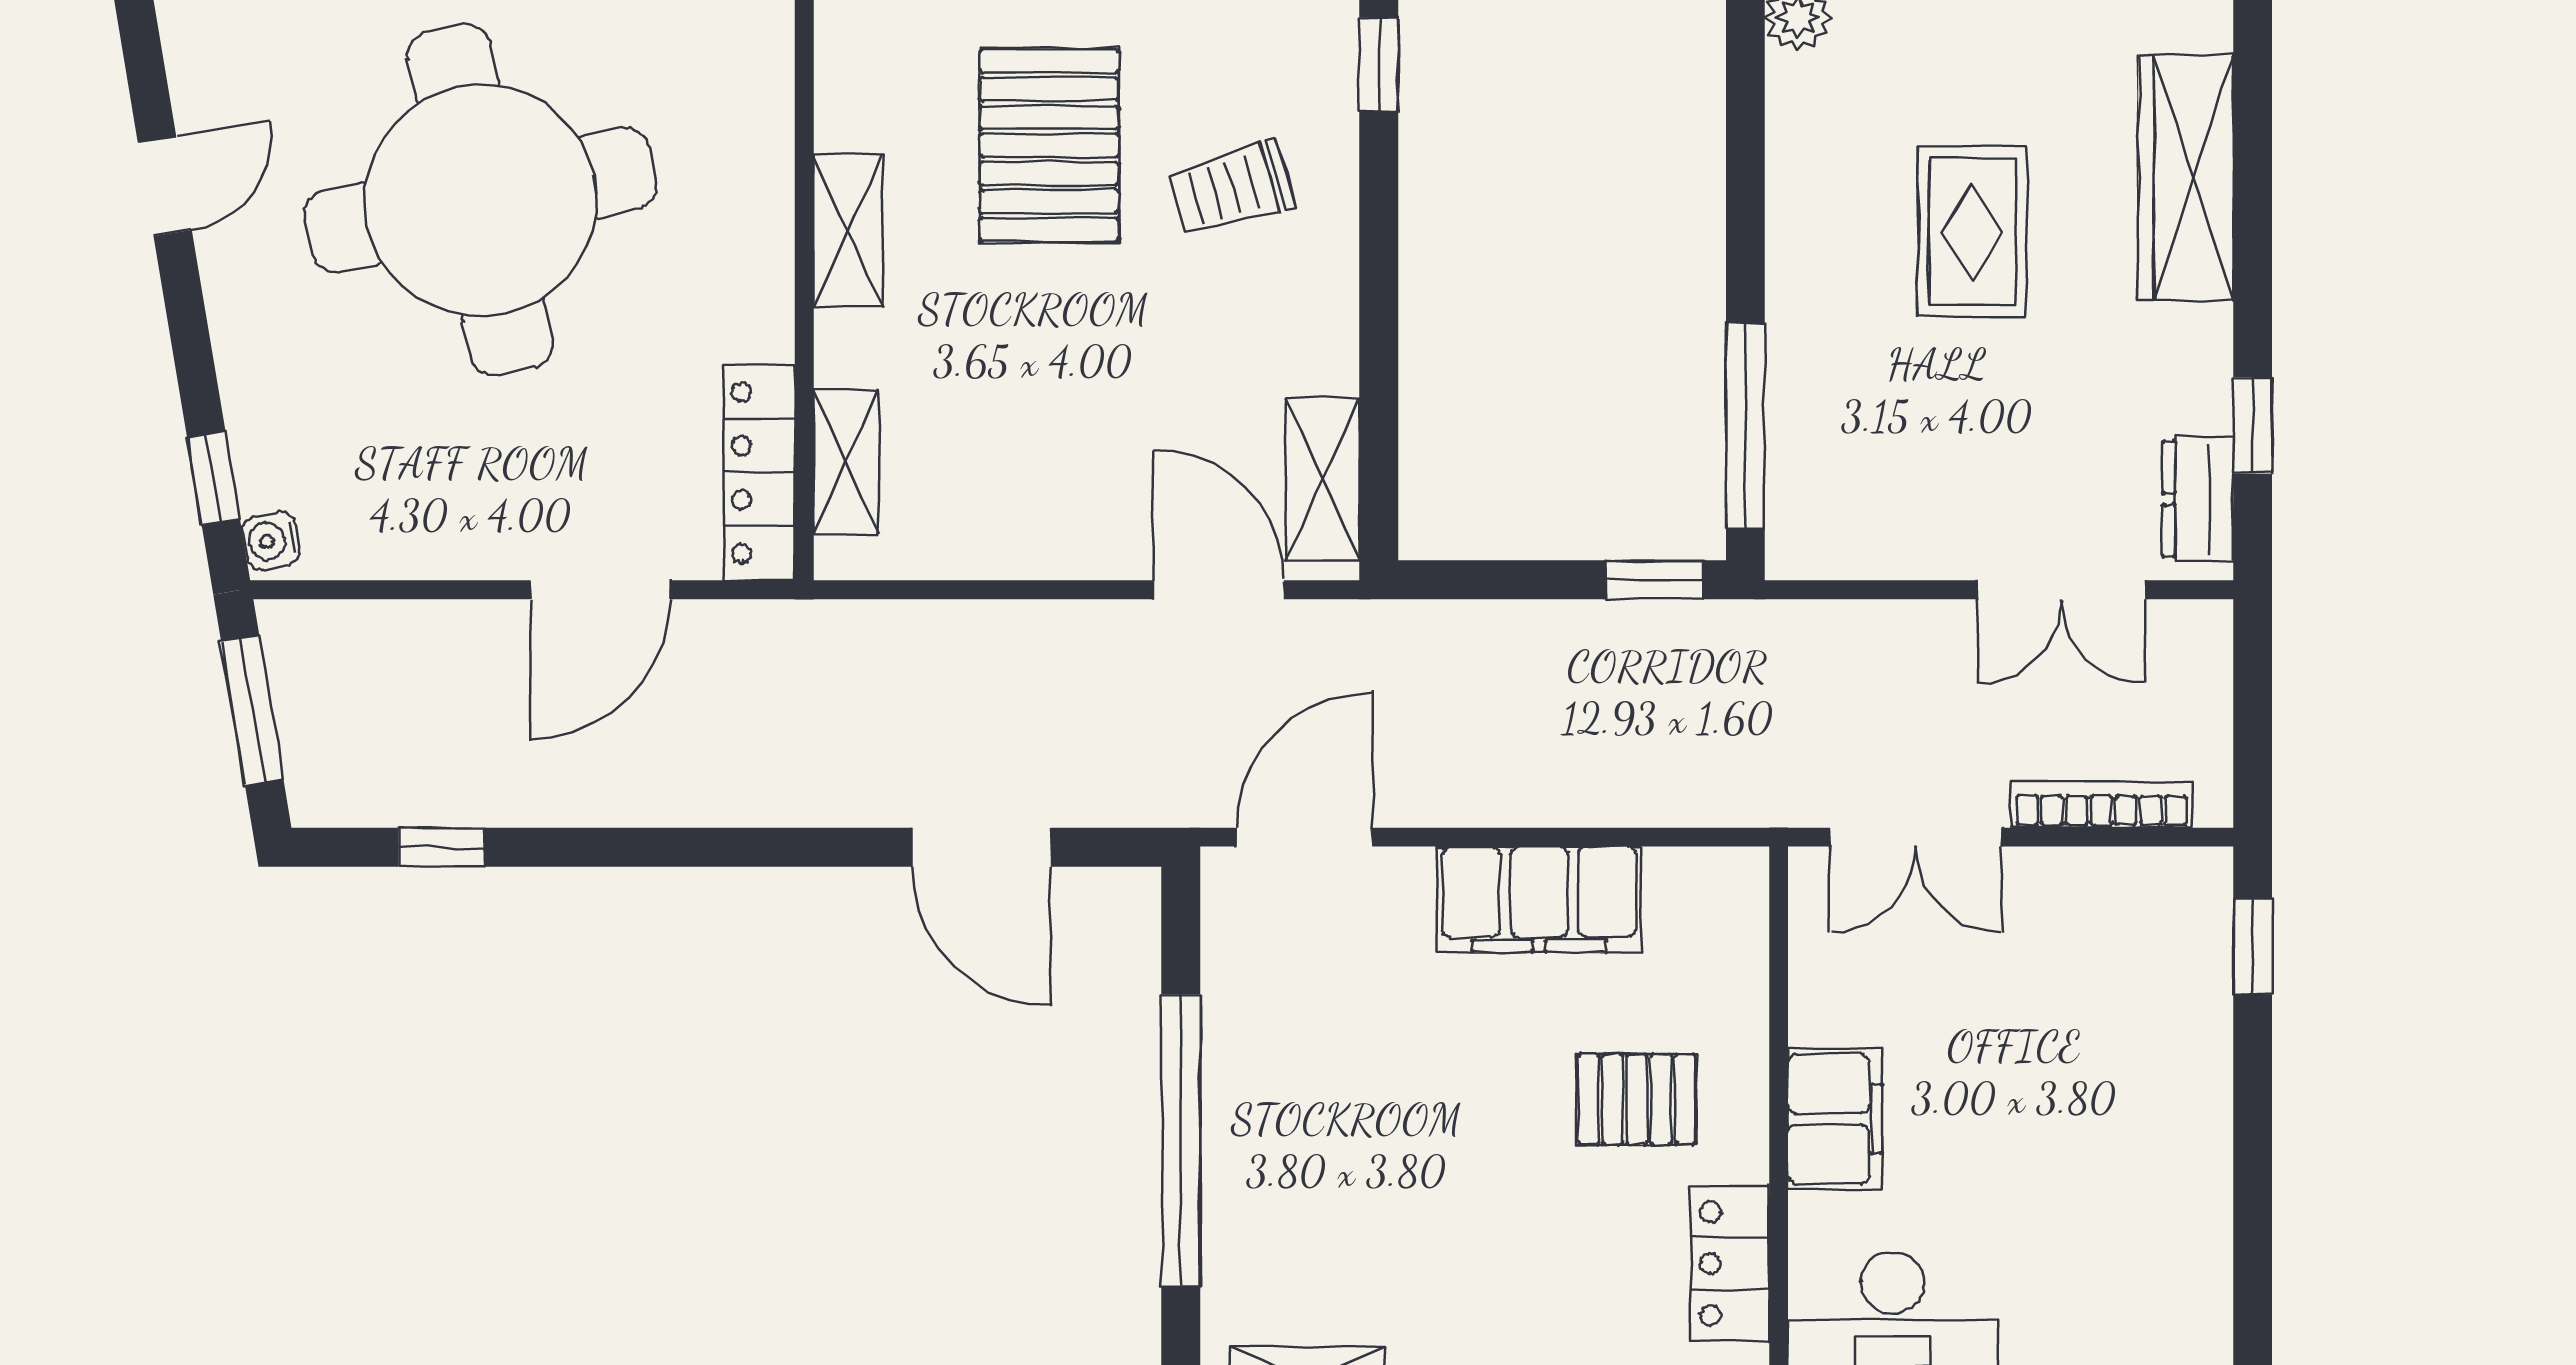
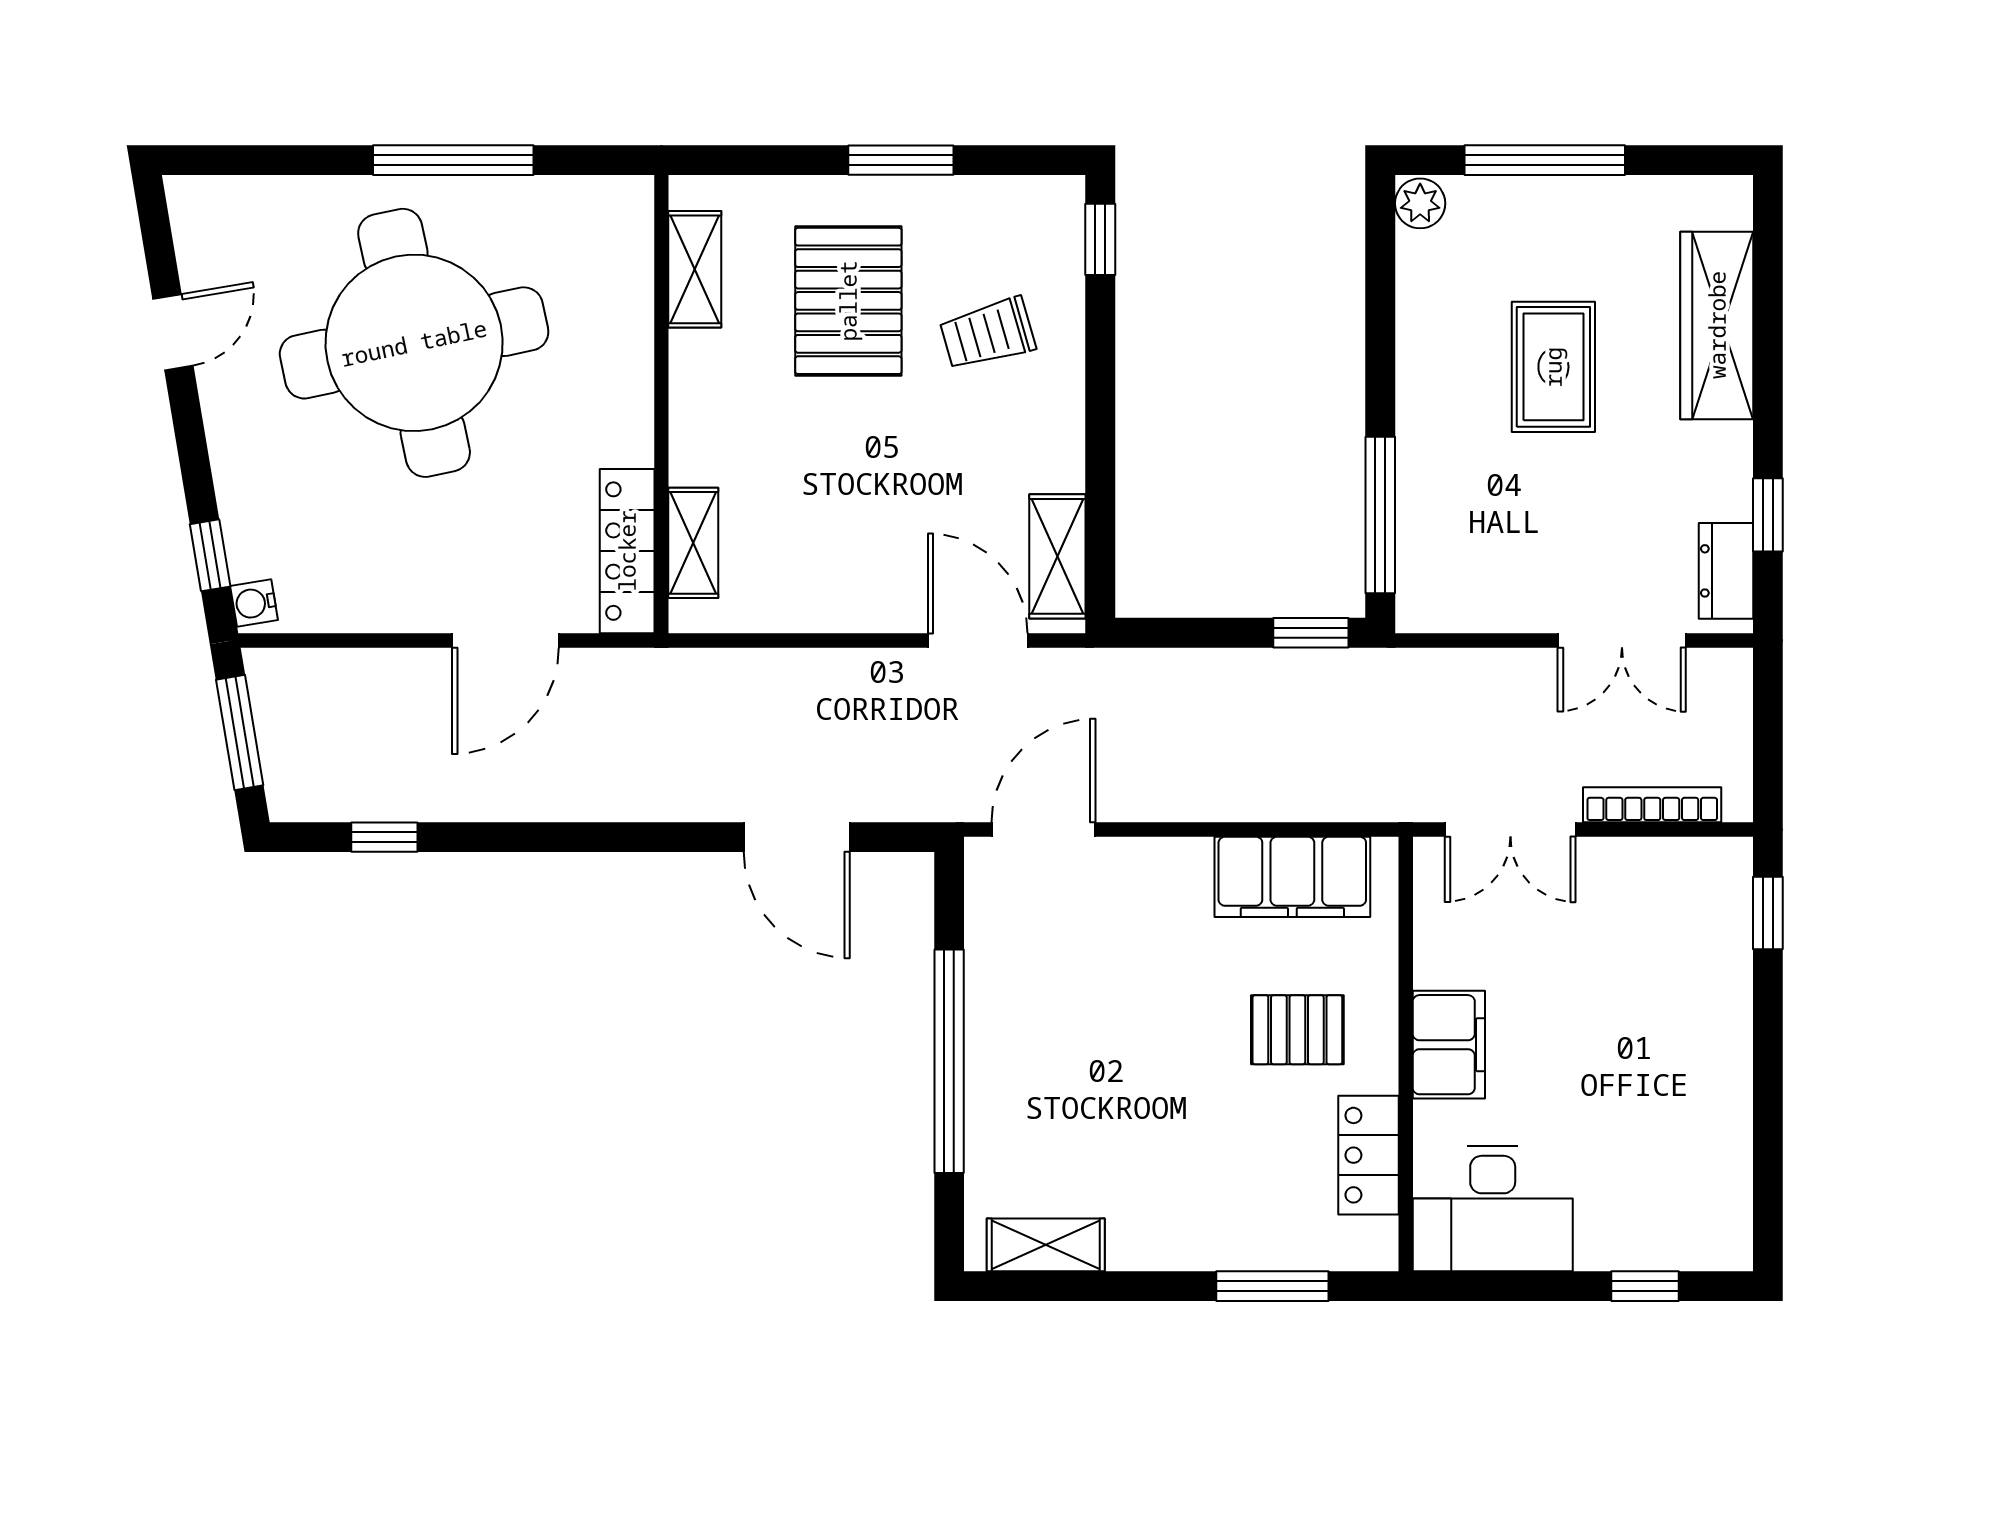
shelving: (848, 231) -> (695, 269), moved
filing cabinet: (1539, 899) -> (1292, 877), moved

